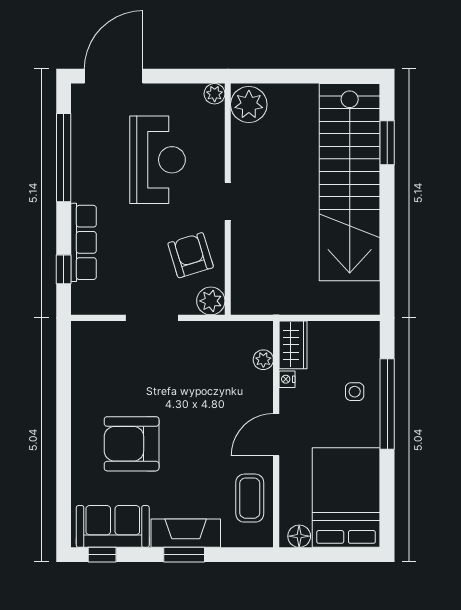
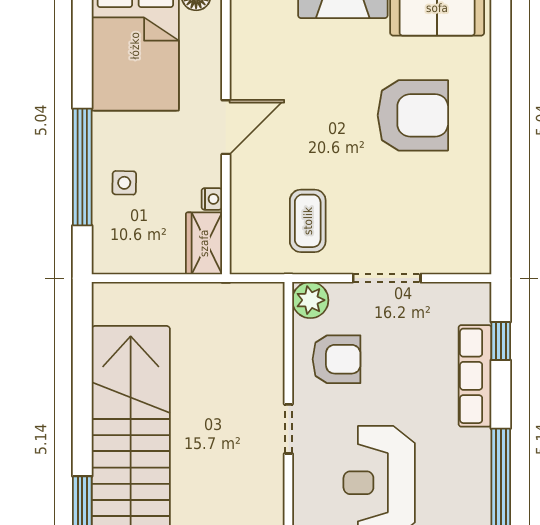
armchair: (191, 255) -> (336, 359), turned -73
plant: (263, 360) -> (242, 224), removed
coffee table: (250, 498) -> (308, 221), moved

